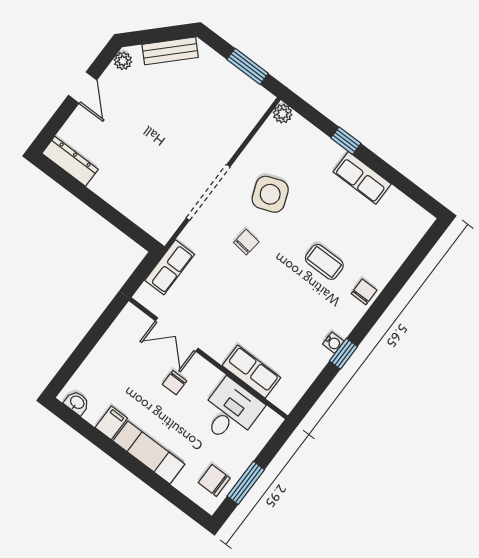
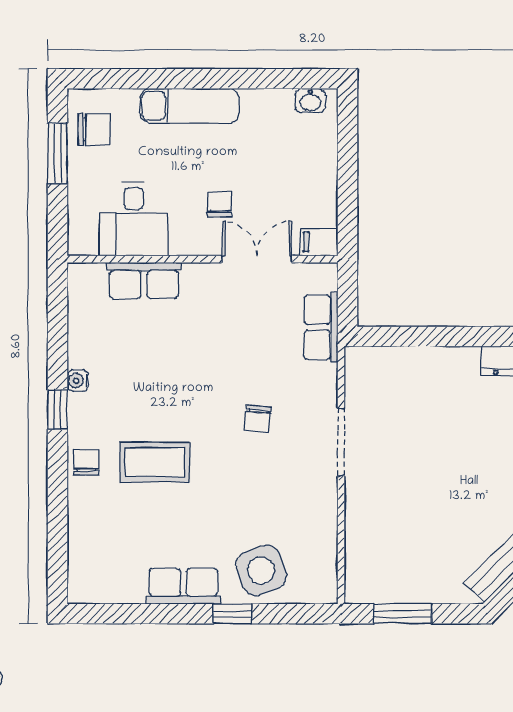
plant: (283, 114) -> (324, 591), removed
doorway: (208, 192) -> (341, 442), width x0.73
side table: (270, 194) -> (261, 571), moved
coffee table: (324, 262) -> (155, 462), width x1.36, depth x1.30
chair: (364, 292) -> (86, 462), turned 180
window: (343, 354) -> (57, 409), moved
filing cabinet: (111, 423) -> (319, 242), moved, turned 90

